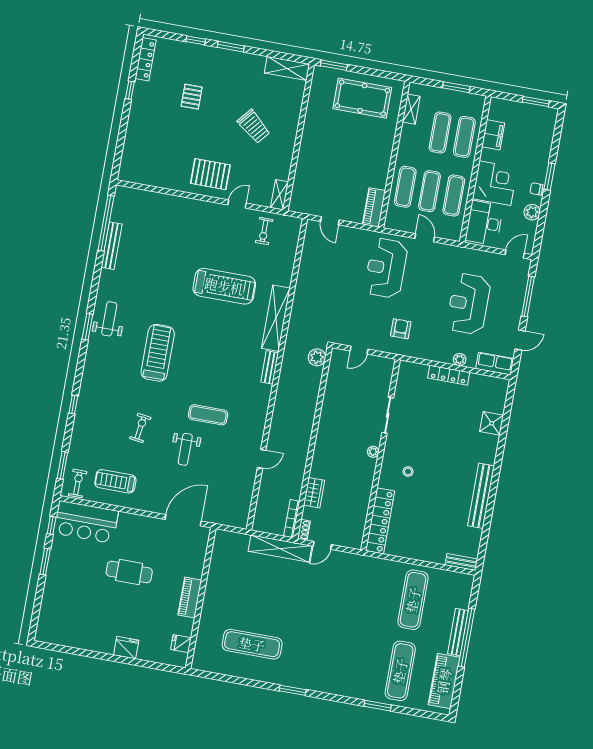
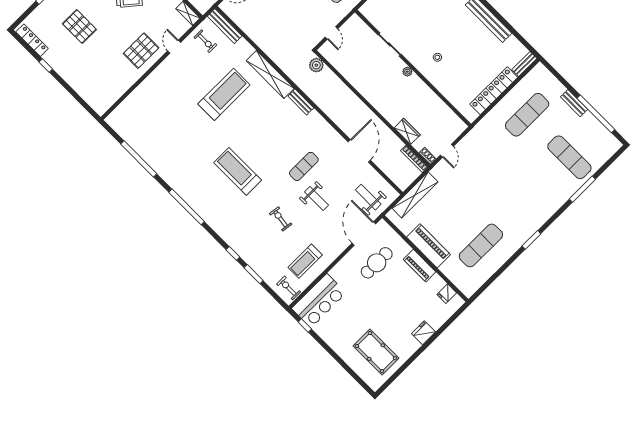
pallet: (192, 97) -> (79, 27), width x1.50, depth x1.42
window: (106, 223) -> (139, 159), moved
bench: (112, 246) -> (225, 26), moved
weight bench: (109, 319) -> (368, 197), moved
window: (87, 327) -> (187, 207), width x2.11
door: (262, 459) -> (359, 151), width x1.87
window: (62, 465) -> (254, 274), moved
locker: (380, 521) -> (494, 91), moved, turned -90
shelving: (280, 549) -> (415, 195), moved
window: (45, 562) -> (326, 347), removed
cafe table: (129, 572) -> (377, 263), moved
exercise mat: (413, 600) -> (527, 115), turned 90
pool table: (74, 614) -> (376, 352), added
bench: (458, 632) -> (574, 103), width x0.73
window: (467, 638) -> (596, 114), moved
piano: (444, 681) -> (429, 246), moved, turned 180
window: (378, 706) -> (582, 189), width x1.44

